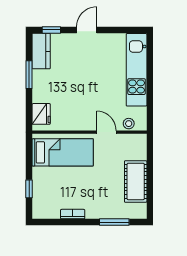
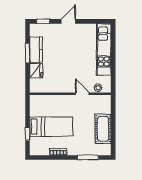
kitchen counter: (41, 51) -> (36, 50), moved
fridge: (41, 114) -> (36, 71), moved
bed: (63, 152) -> (51, 127), moved

